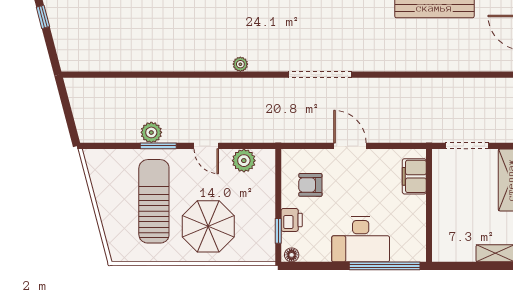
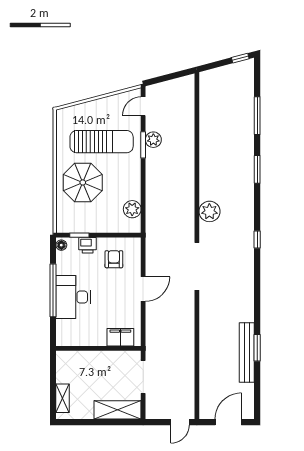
plant: (240, 64) -> (209, 211), width x1.88, depth x1.88
door: (206, 146) -> (143, 106), moved
window: (385, 266) -> (53, 290), moved

